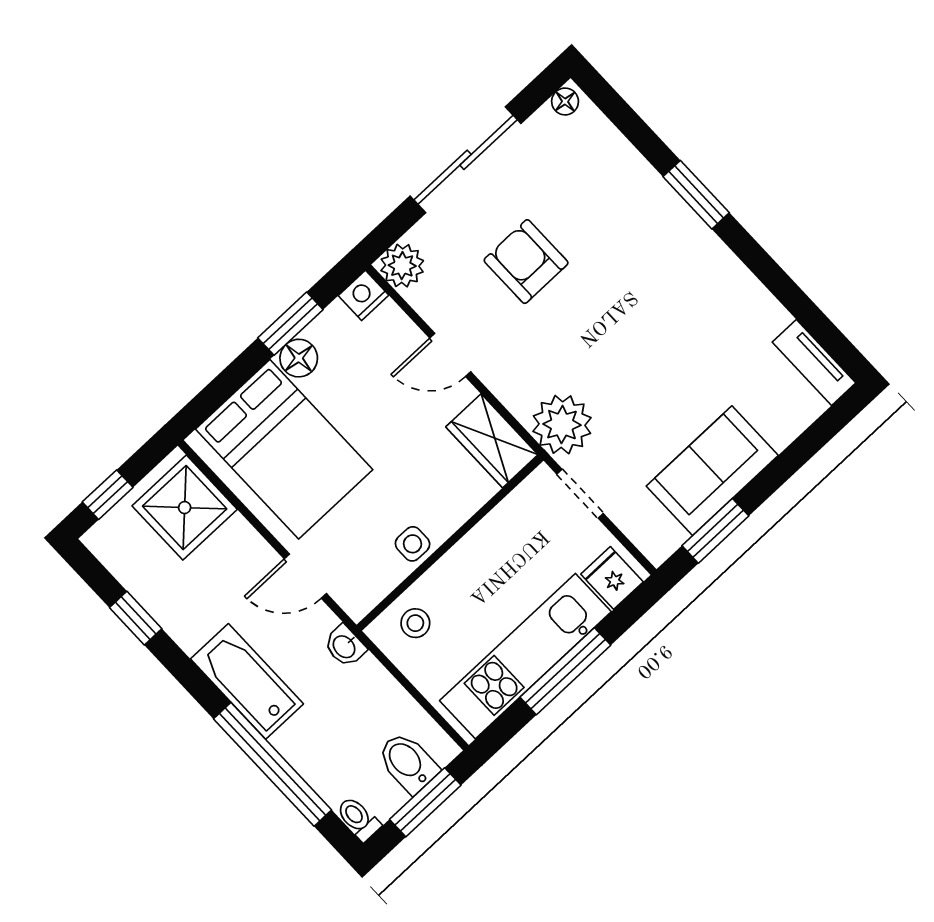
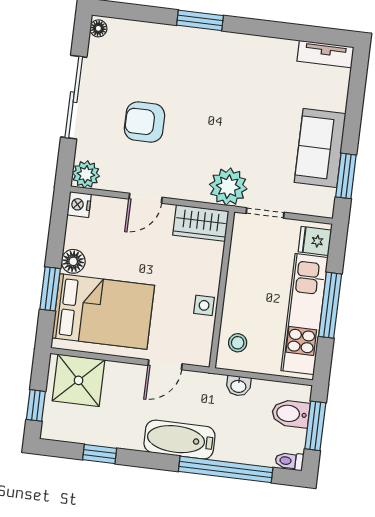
window: (290, 324) -> (50, 289), moved
washbasin: (345, 646) -> (238, 386), moved

